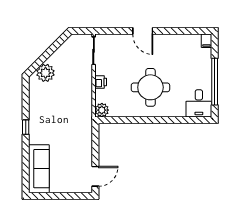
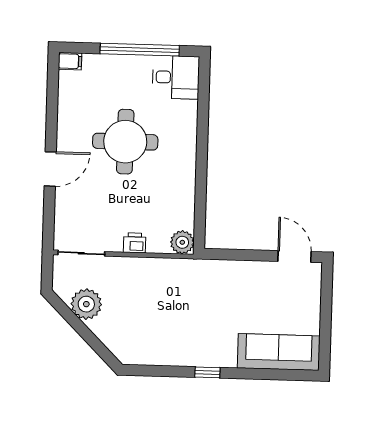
plant: (45, 73) -> (86, 304), moved
round table: (150, 87) -> (125, 142), moved

